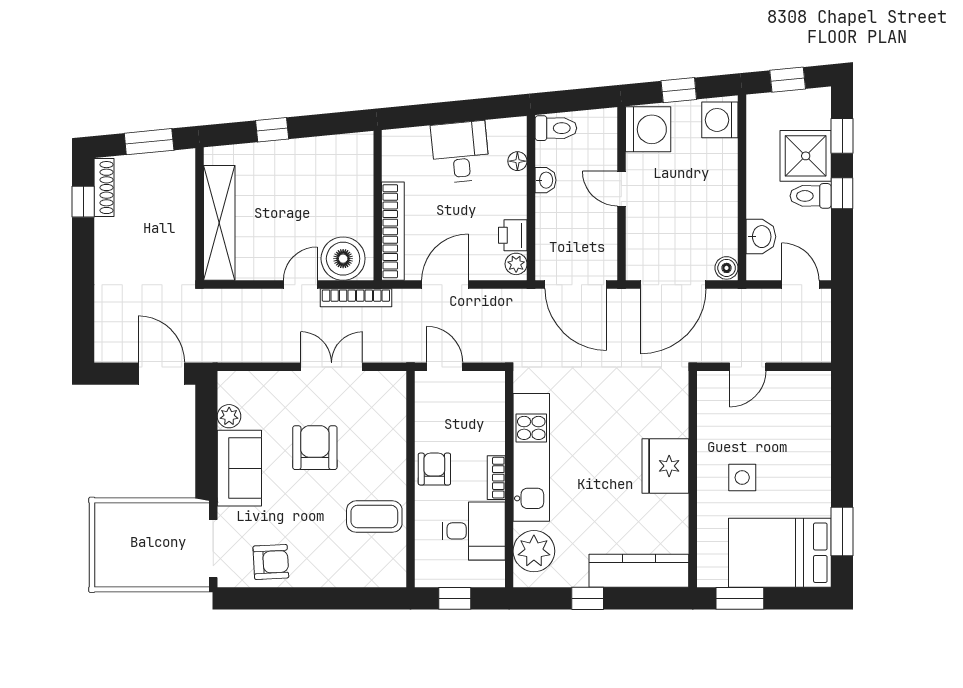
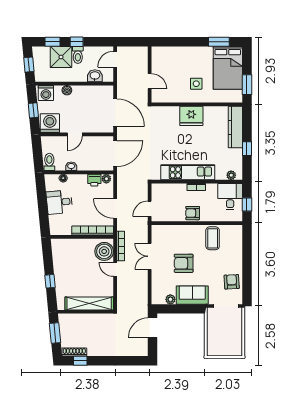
boiler: (727, 268) -> (67, 90), moved
desk: (474, 531) -> (230, 197), moved
plant: (534, 551) -> (231, 175), width x0.53, depth x0.53

